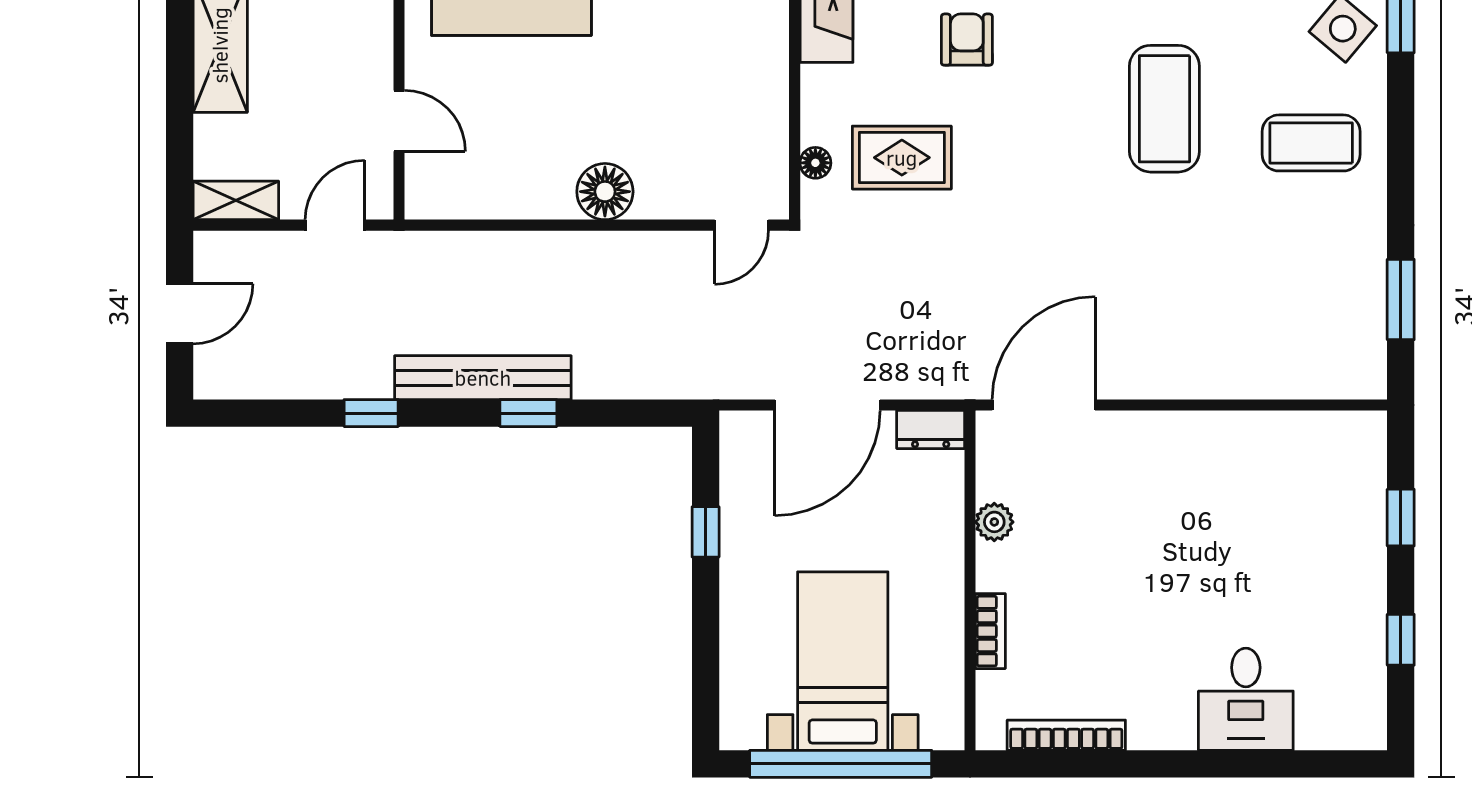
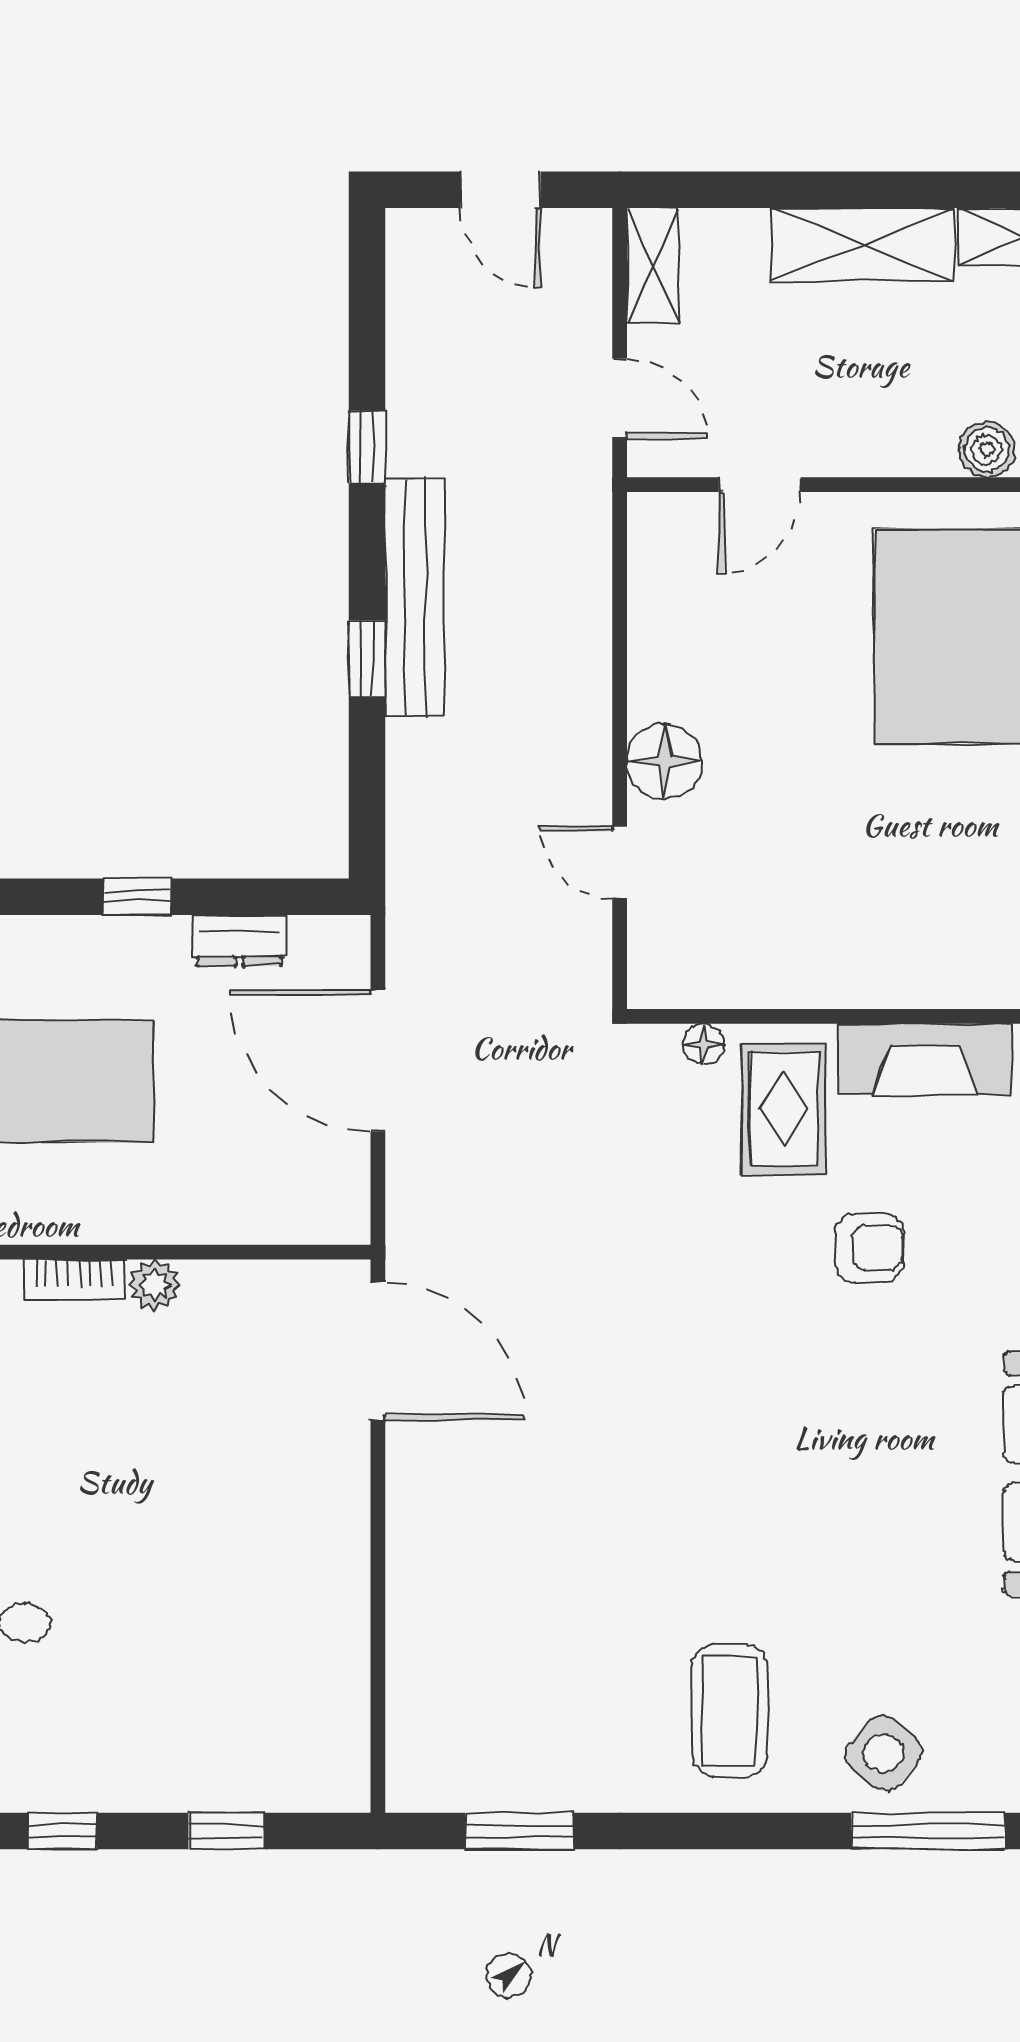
coffee table: (1164, 109) -> (776, 1513), removed
rug: (902, 158) -> (784, 1109), moved
door: (742, 225) -> (620, 862), moved
dresser: (931, 429) -> (239, 941), moved, turned -90
plant: (994, 522) -> (155, 1285), moved
window: (706, 532) -> (138, 897), moved

